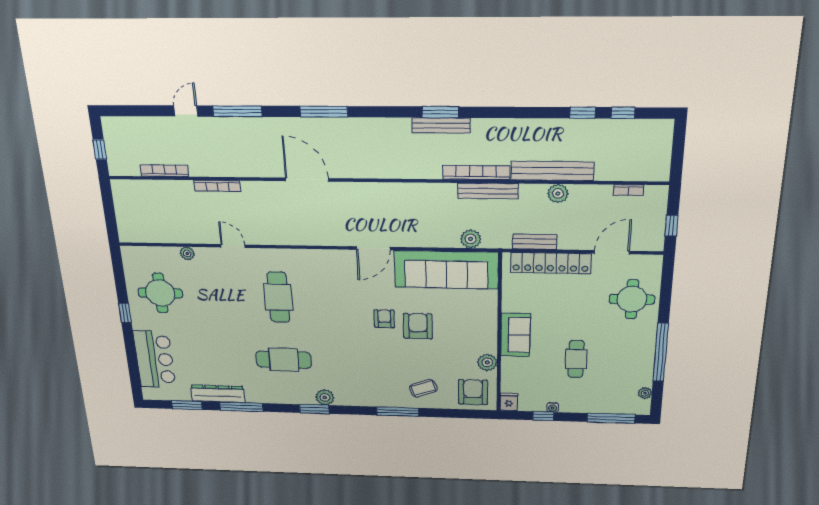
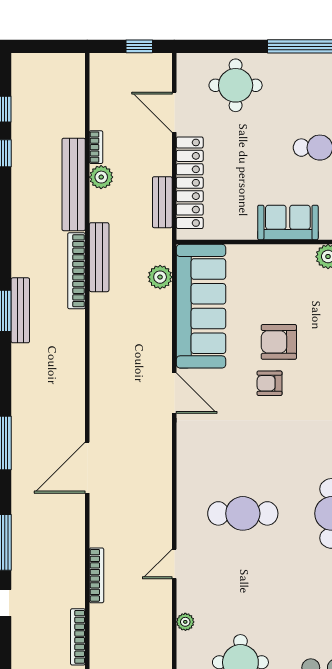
bookcase: (628, 190) -> (96, 147), moved

